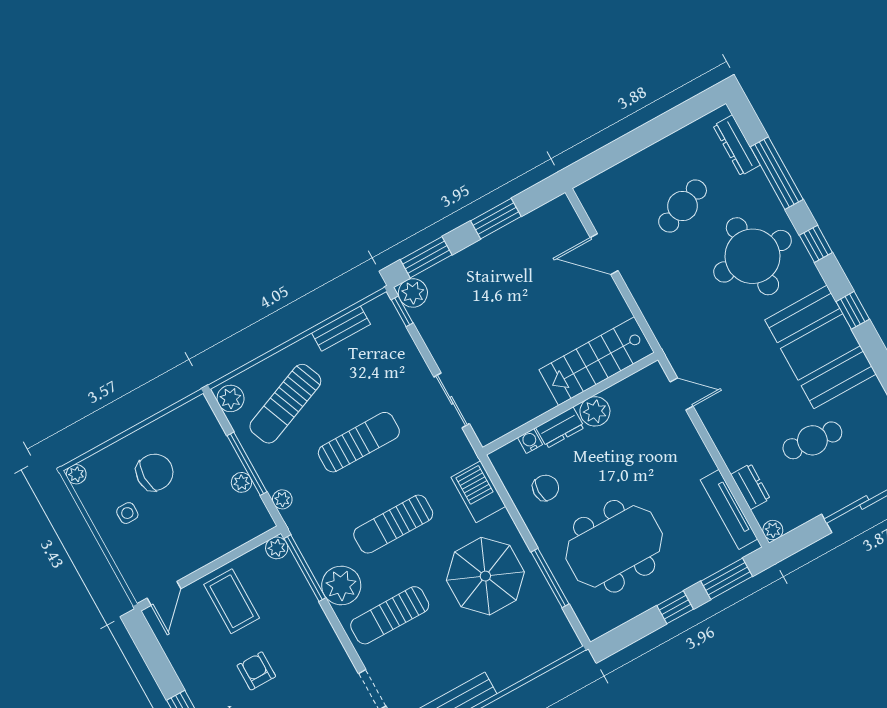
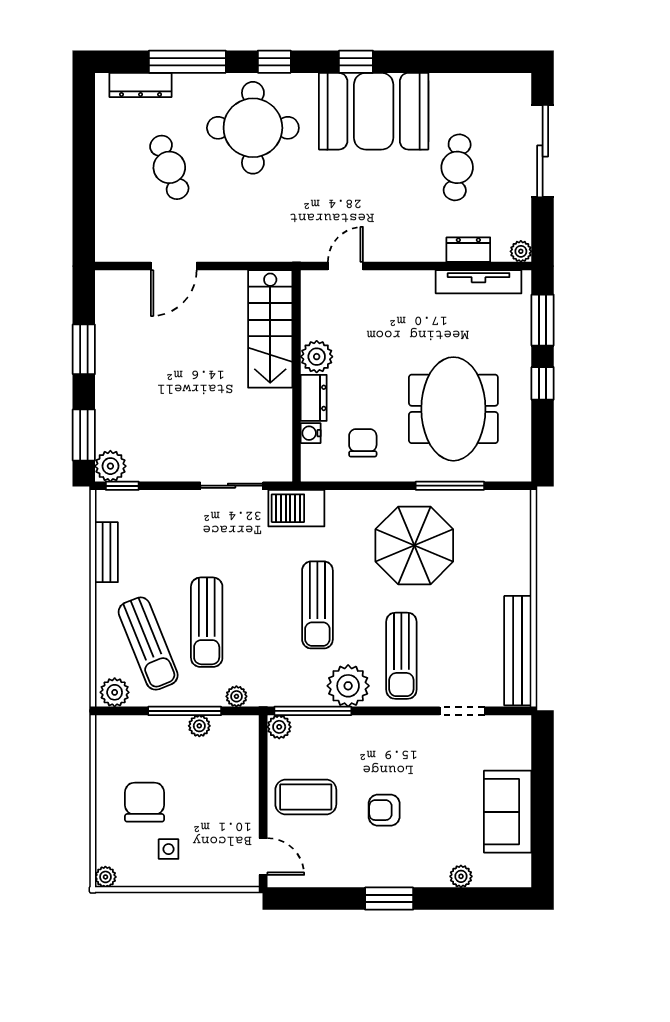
sun lounger: (359, 442) -> (207, 622), moved, turned 180
barbecue: (478, 492) -> (296, 508), moved

